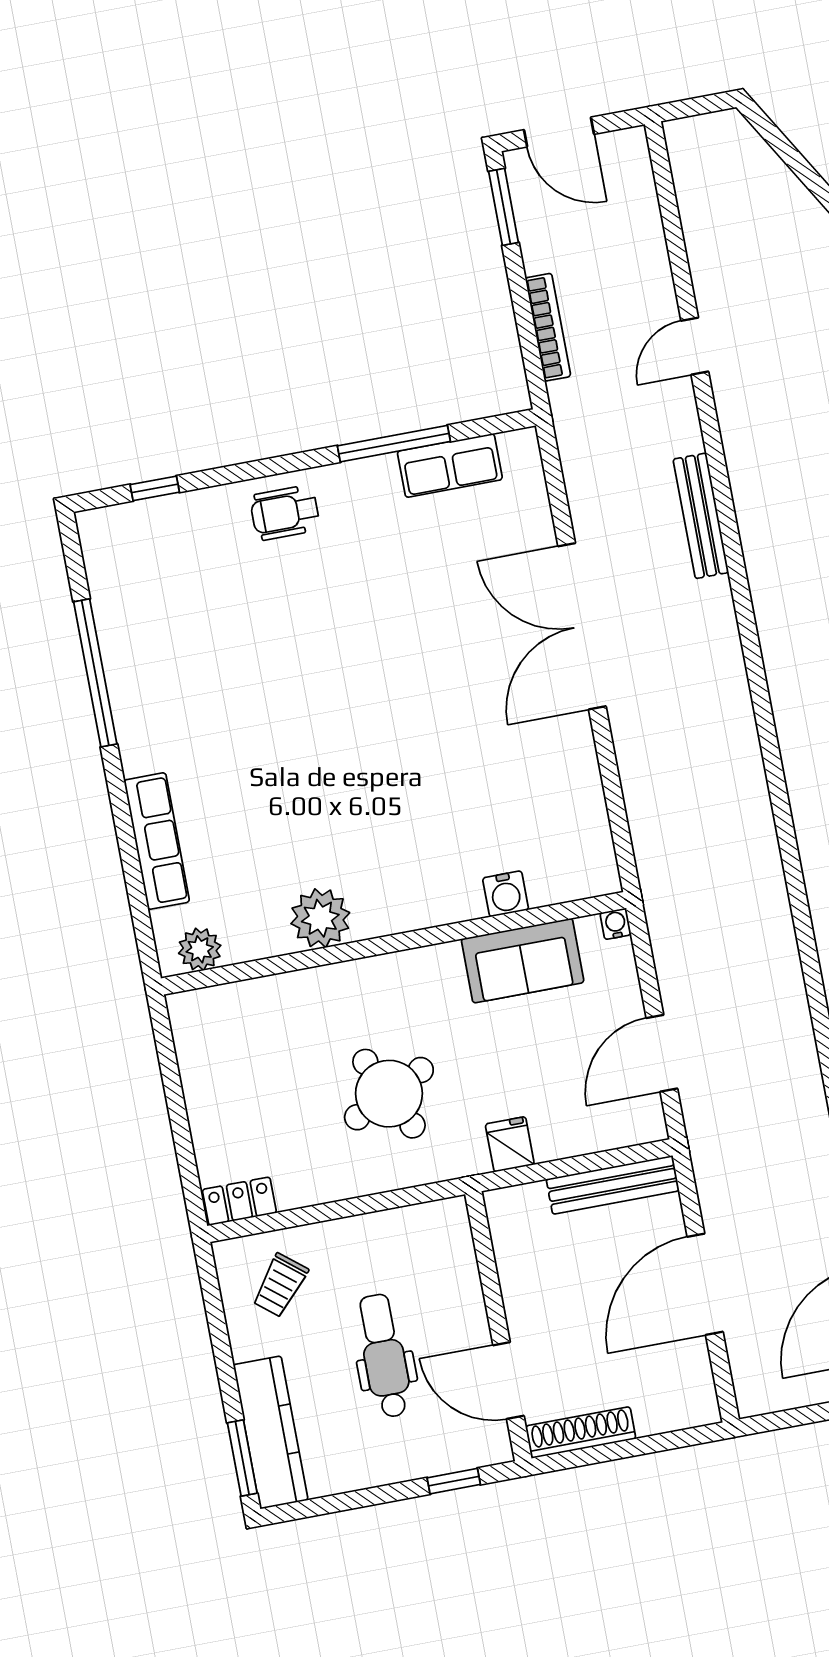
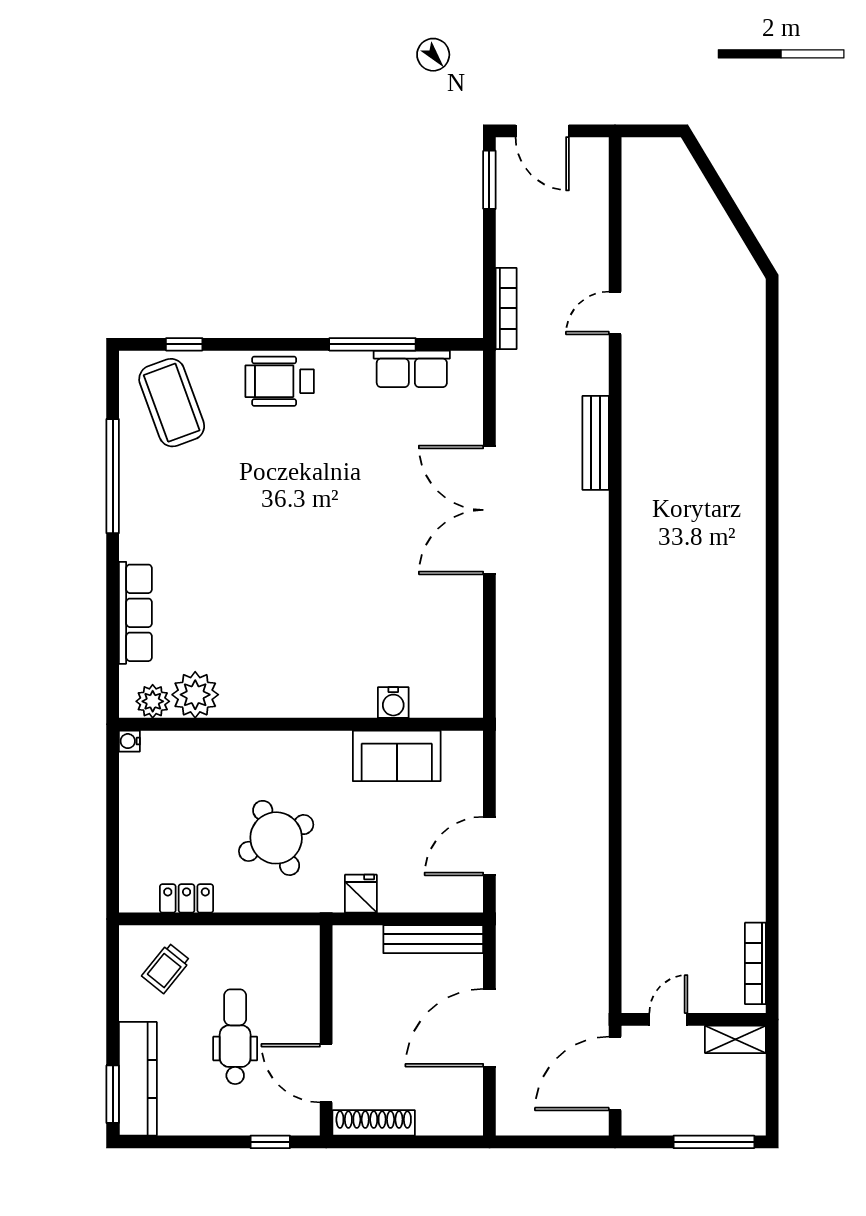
bookcase: (548, 327) -> (506, 308), moved
wheelchair: (285, 513) -> (280, 381), width x1.36, depth x1.37
coffee table: (153, 565) -> (172, 403), added
plant: (320, 918) -> (195, 695), moved
water cooler: (616, 924) -> (129, 741), moved, turned -90
locker: (239, 1201) -> (187, 898), moved

